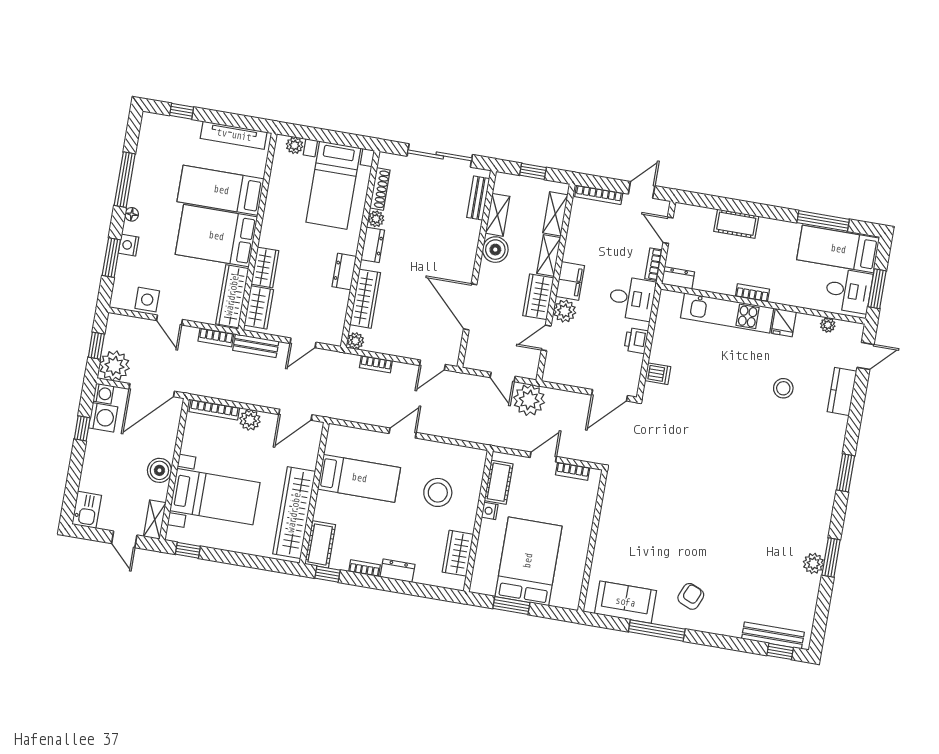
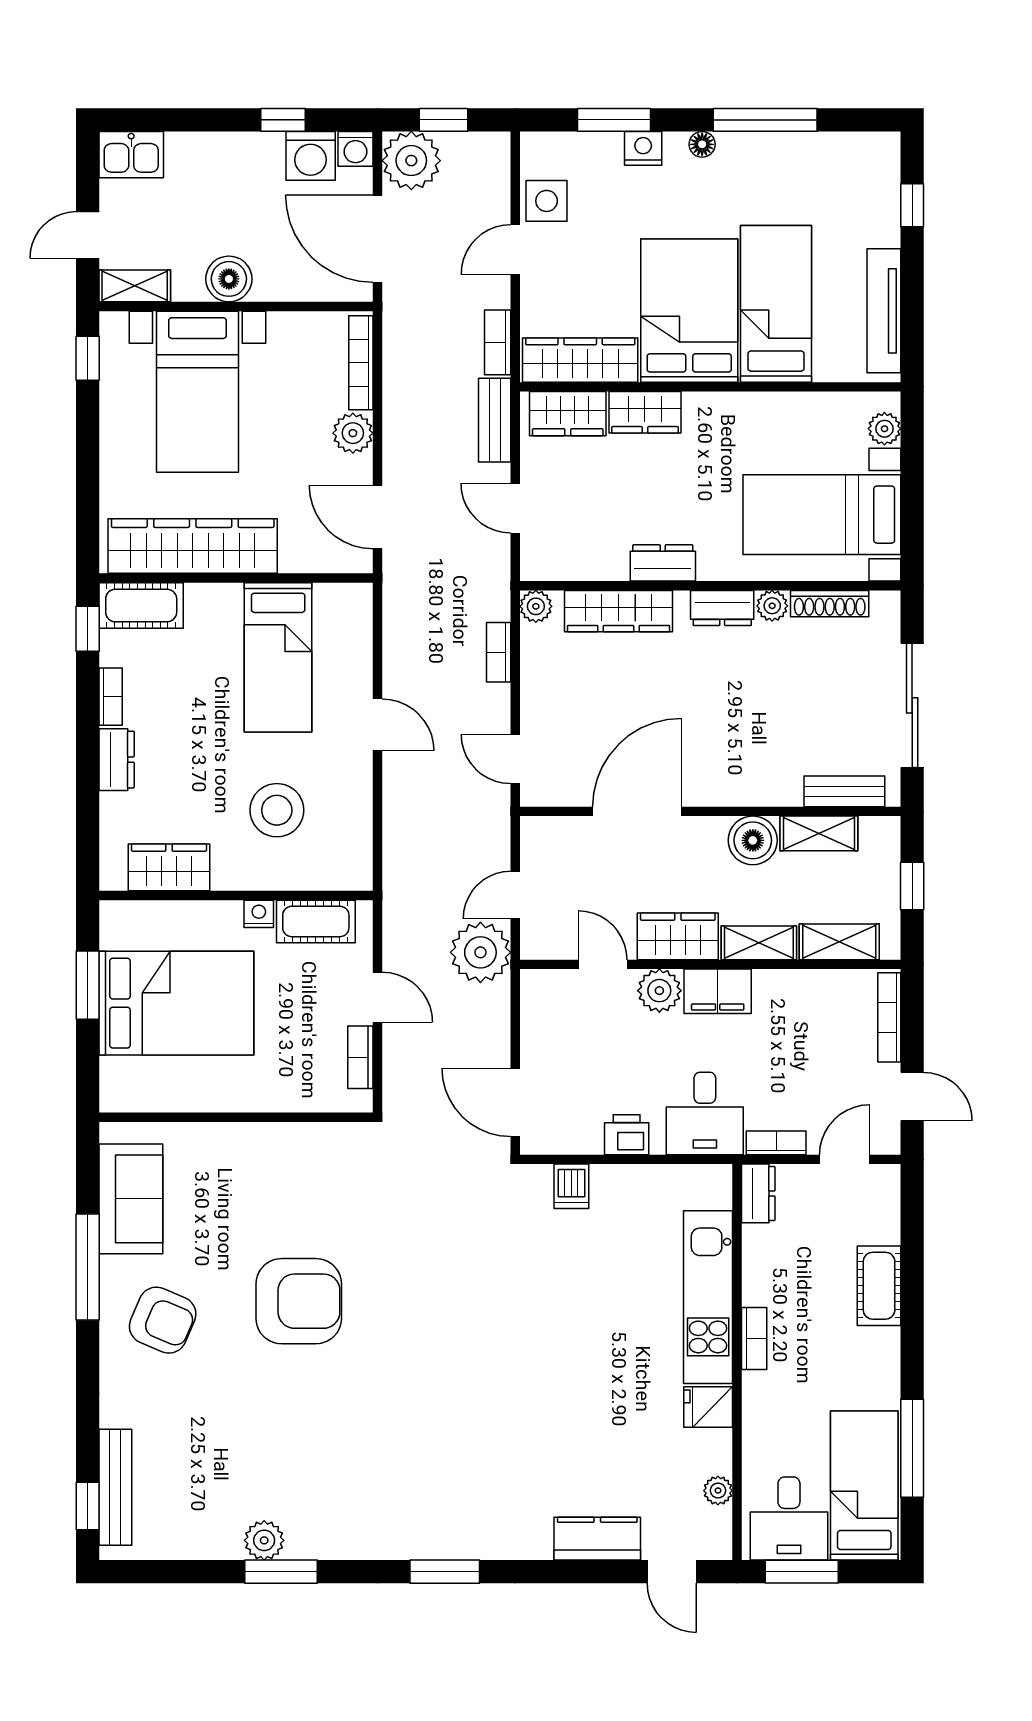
stool: (783, 388) -> (584, 1427), removed
armchair: (693, 524) -> (299, 1301), added
armchair: (691, 596) -> (163, 1320), width x1.38, depth x1.38

